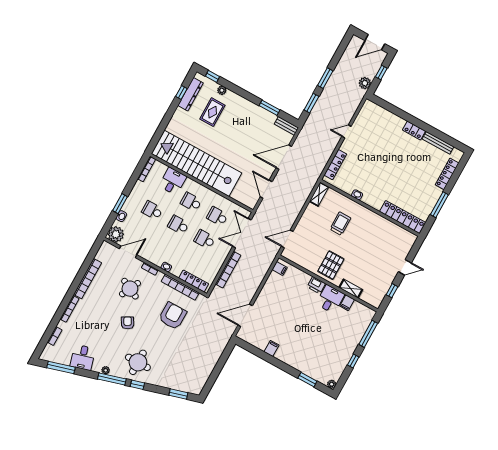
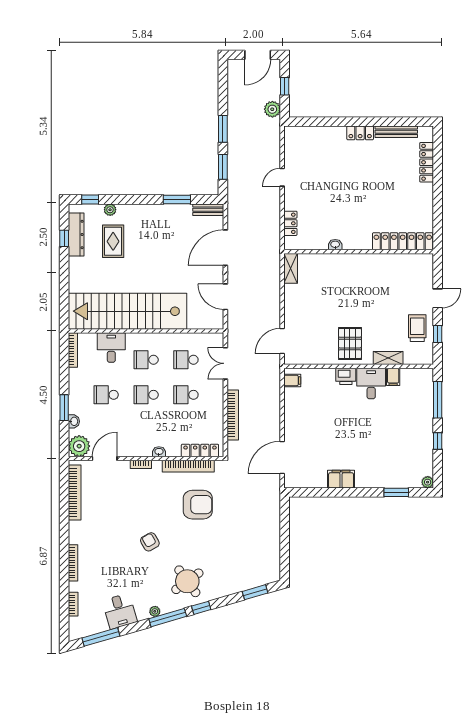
locker: (335, 165) -> (290, 223), width x0.66
window: (439, 205) -> (438, 203), removed
trolley: (340, 224) -> (417, 328), moved
double door: (242, 233) -> (225, 363), width x0.73
bookcase: (88, 279) -> (75, 492), moved
round table: (130, 289) -> (131, 500), removed
armchair: (173, 316) -> (198, 505), turned 90
filing cabinet: (272, 349) -> (341, 479), width x2.00
round table: (138, 362) -> (187, 581), turned -36

